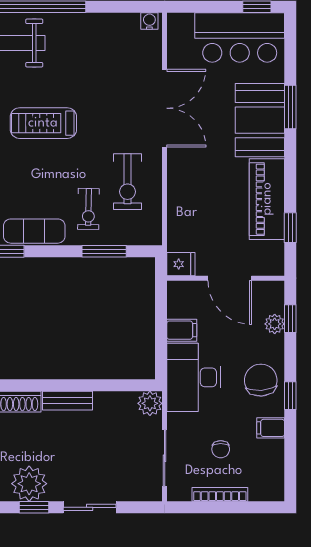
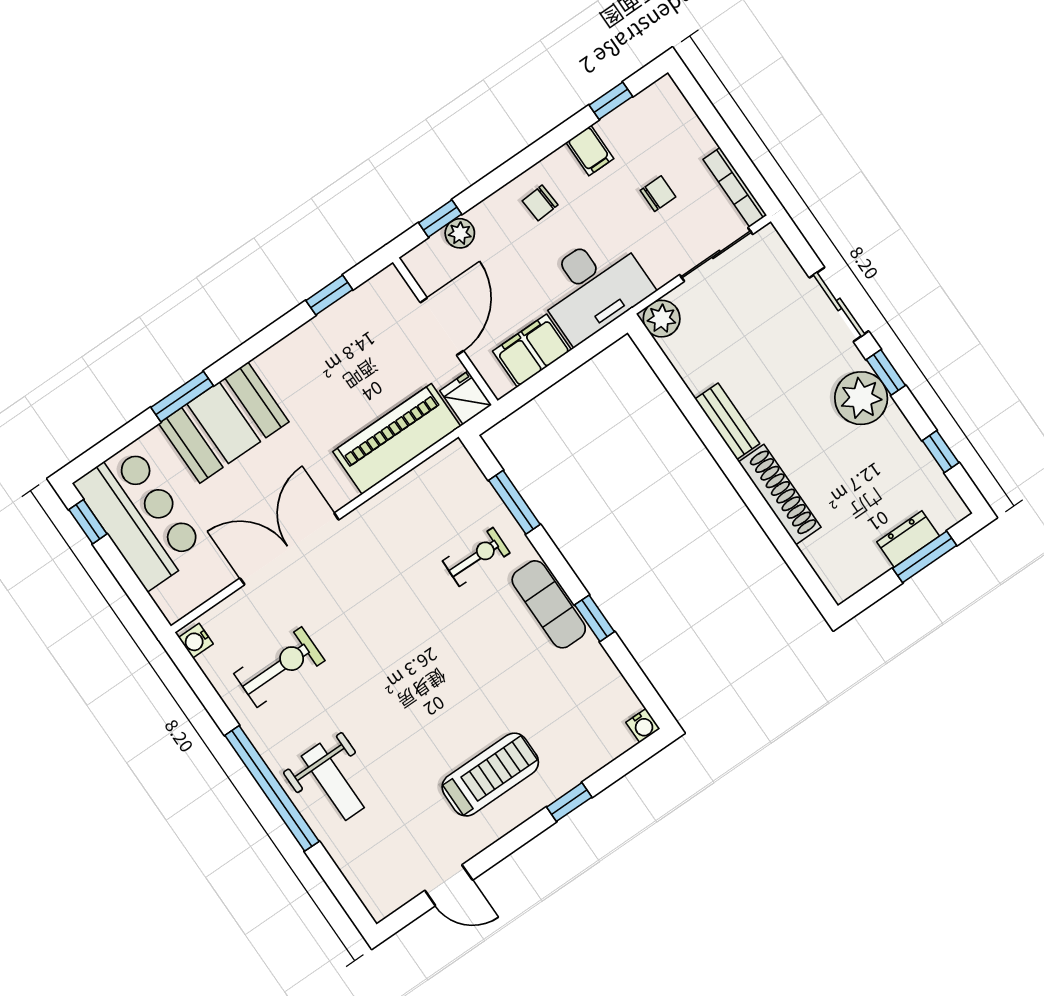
treadmill: (43, 123) -> (409, 684), removed
exercise bike: (127, 182) -> (279, 667), moved
piano: (267, 199) -> (397, 439), moved, turned 180
filing cabinet: (182, 330) -> (532, 351), width x2.00
chair: (261, 380) -> (540, 203), width x0.54, depth x0.54
window: (290, 396) -> (611, 101), moved
bookcase: (220, 494) -> (735, 187), moved

